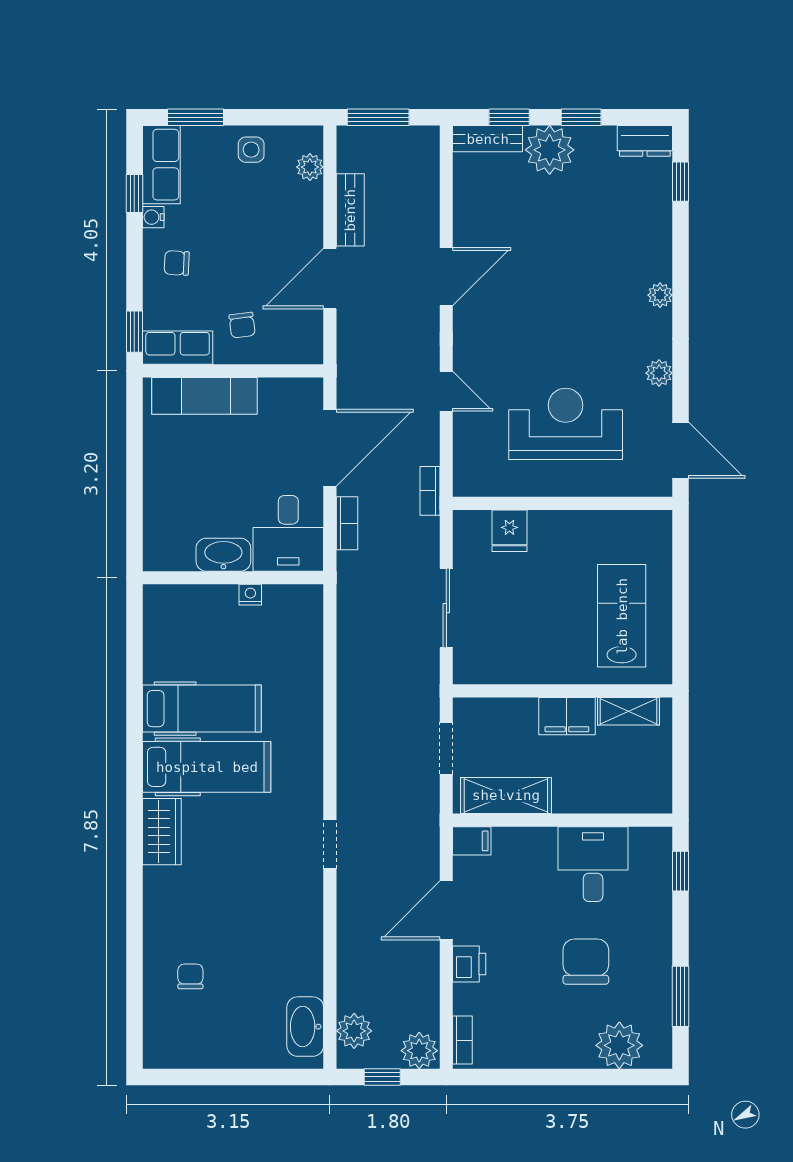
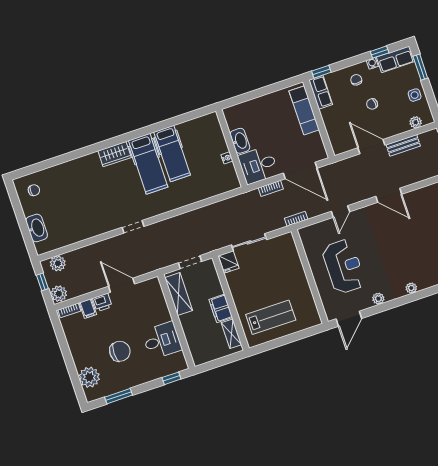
chair: (242, 325) -> (372, 104), moved
fridge: (509, 531) -> (229, 262), moved, turned -90
filing cabinet: (472, 841) -> (88, 309), moved
chair: (190, 976) -> (34, 190), moved
washbasin: (305, 1027) -> (37, 228), moved, turned 90

